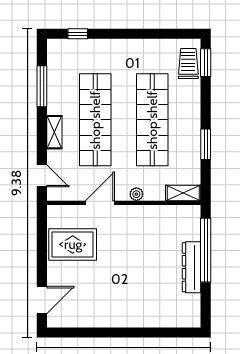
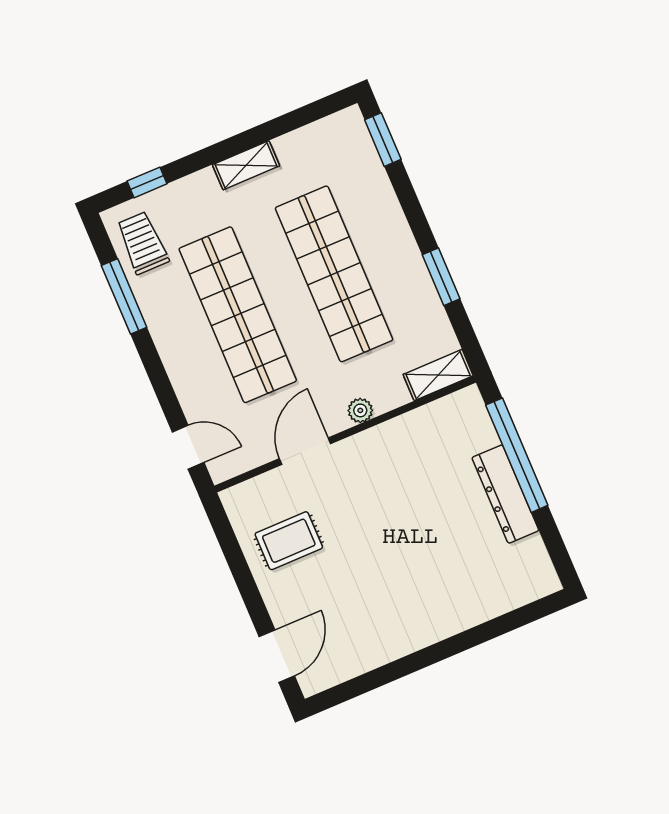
trolley: (188, 63) -> (142, 243), moved
shelving: (54, 132) -> (246, 165), moved, turned 90
rug: (73, 244) -> (289, 541), width x0.73, depth x0.70

